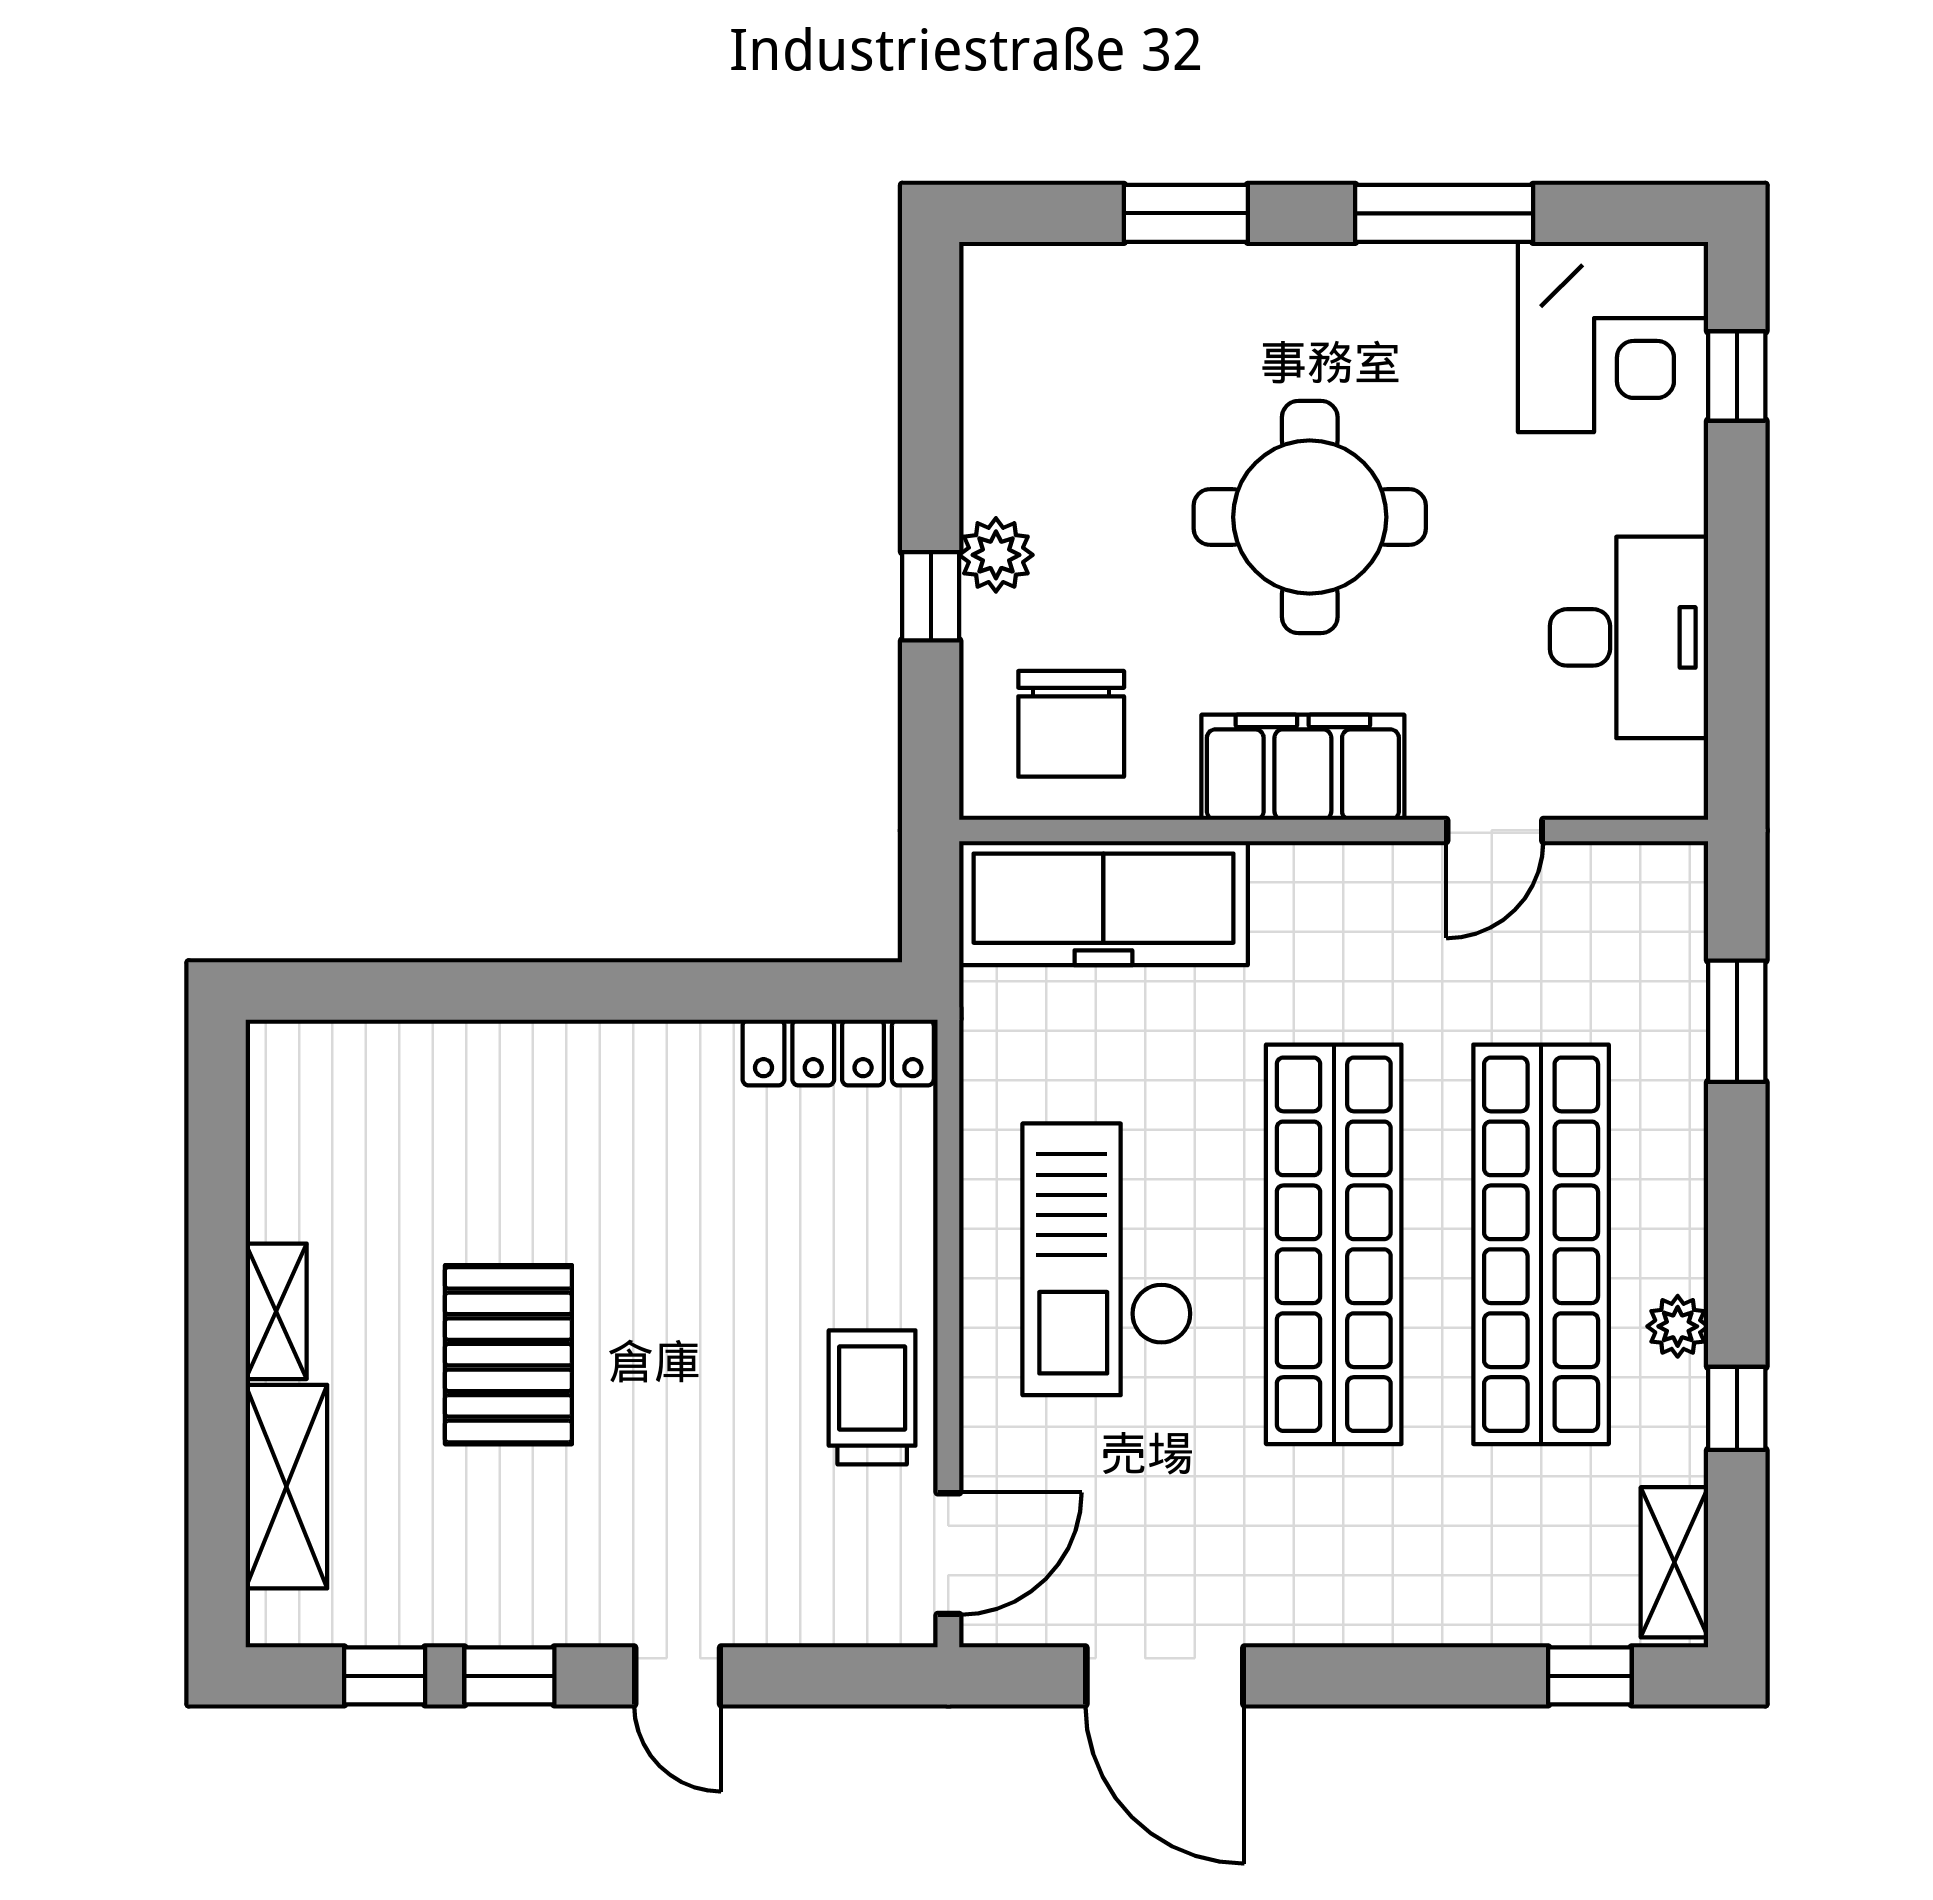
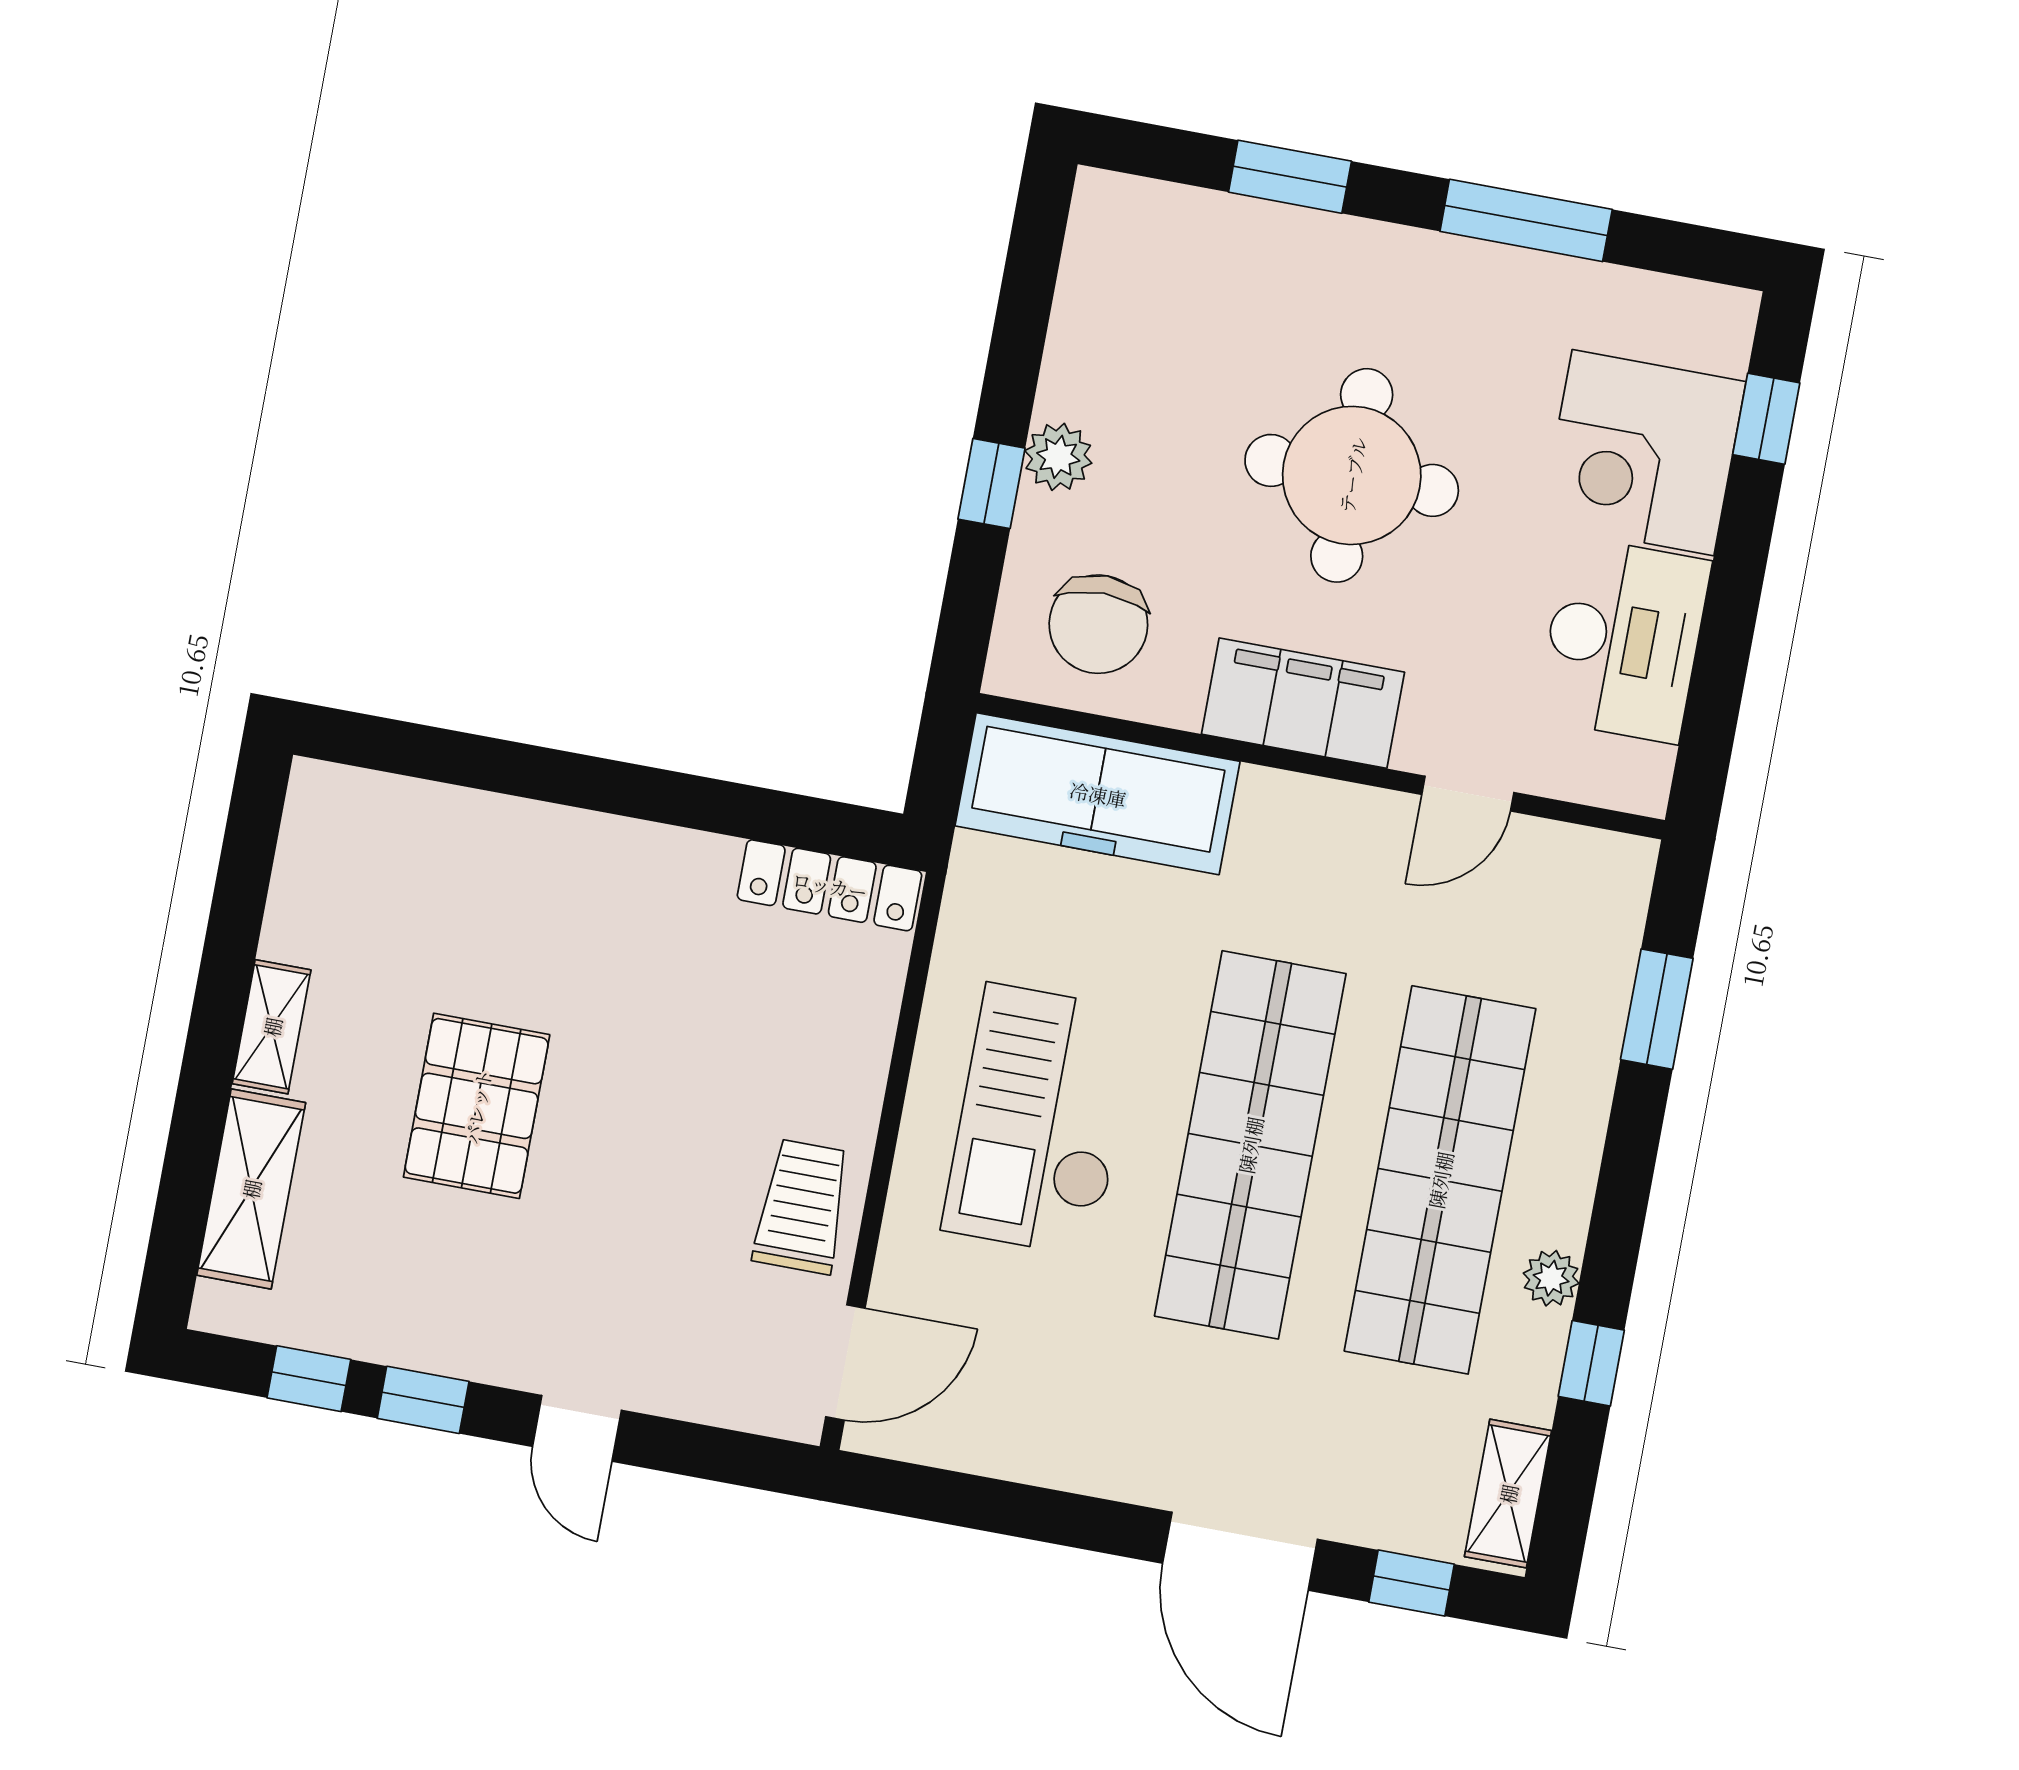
corner desk: (1613, 337) -> (1643, 453), moved, turned 90
door: (1165, 1676) -> (1240, 1551), moved

